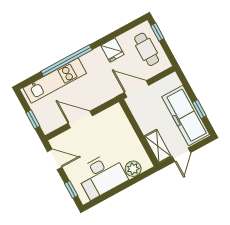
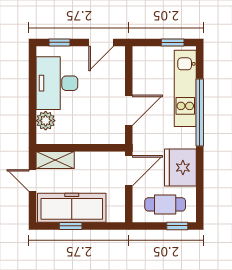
fridge: (112, 50) -> (180, 168), width x1.88, depth x1.34
window: (33, 119) -> (173, 42), moved
door: (80, 120) -> (129, 110), moved

